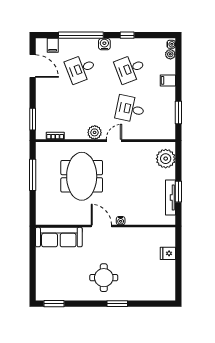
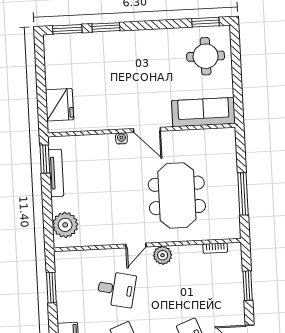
window: (33, 119) -> (248, 286), moved
window: (178, 192) -> (45, 159), moved
fridge: (168, 253) -> (59, 105), width x1.88, depth x1.34
round table: (104, 278) -> (206, 56), moved
window: (117, 304) -> (106, 27), moved
window: (157, 304) -> (67, 29), added

